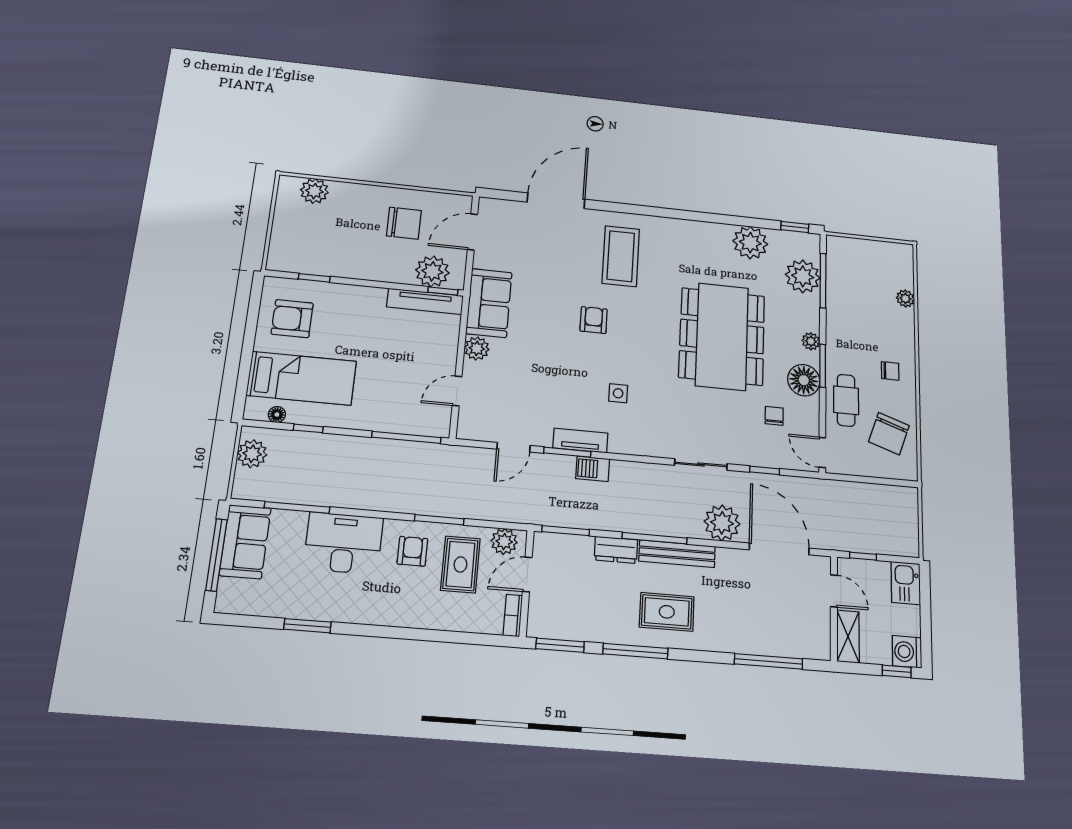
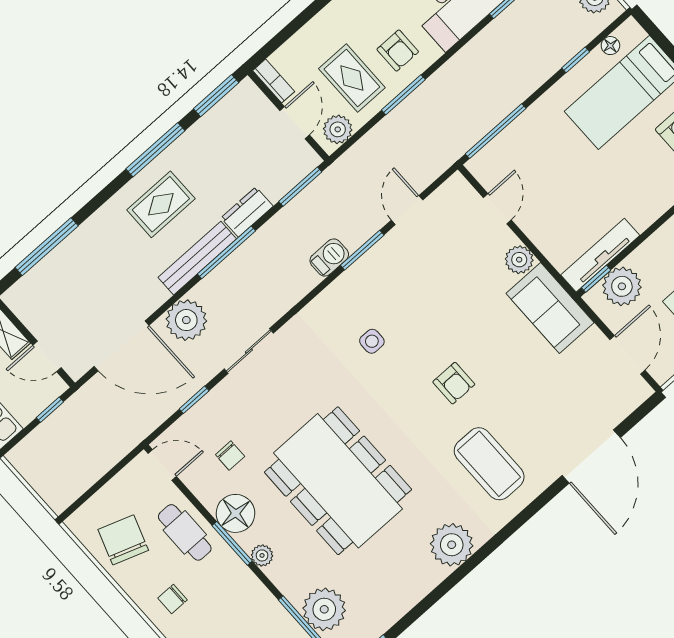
plant: (750, 243) -> (452, 545), moved
tv unit: (580, 440) -> (362, 270), removed

